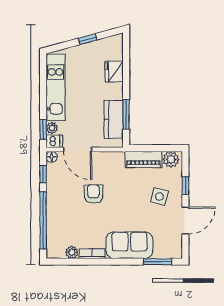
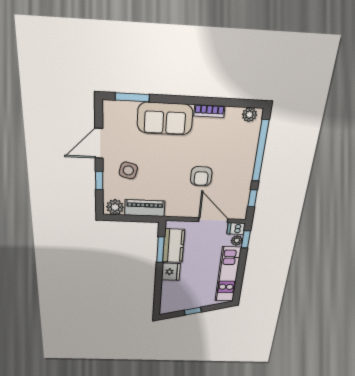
fridge: (114, 72) -> (171, 272), moved
floor lamp: (52, 157) -> (241, 214), removed
plant: (72, 252) -> (249, 115), moved

